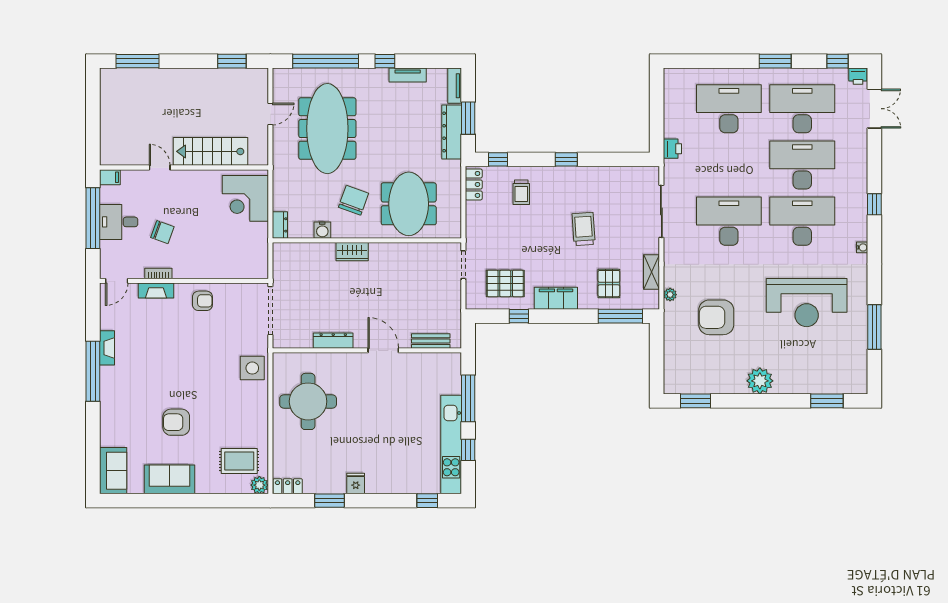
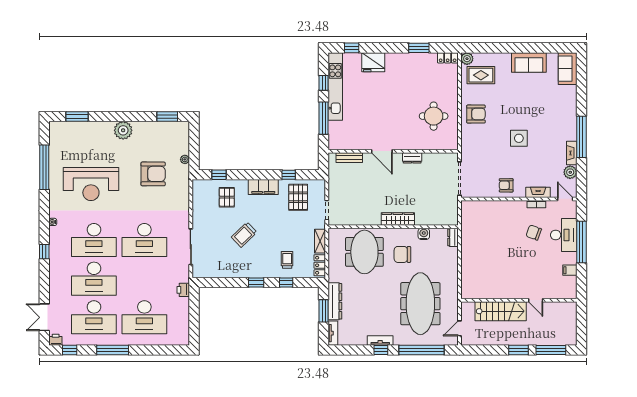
window: (232, 61) -> (519, 350), moved
window: (775, 61) -> (113, 350), width x1.44
tv unit: (408, 75) -> (380, 340), moved
door: (270, 114) -> (459, 328), moved
stairs: (211, 151) -> (501, 311), moved
window: (498, 159) -> (286, 282), moved
door: (160, 168) -> (536, 300), moved
wall: (184, 168) -> (519, 300), moved
corner desk: (245, 198) -> (477, 256), removed
chair: (353, 200) -> (402, 254), turned 70
desk: (119, 222) -> (564, 235), width x1.37
trolley: (584, 229) -> (244, 235), turned 50
wardrobe: (352, 252) -> (398, 219), width x1.50
shelving: (652, 272) -> (320, 241), moved
door: (117, 281) -> (565, 199), hinge flipped
pallet: (505, 283) -> (298, 197), turned 90
plant: (670, 295) -> (185, 159), moved
reception desk: (807, 303) -> (91, 184), turned 180
window: (620, 316) -> (219, 175), width x0.46
plant: (109, 320) -> (570, 172), added
window: (874, 327) -> (44, 167), width x1.46
dresser: (333, 341) -> (412, 158), width x0.70
side table: (252, 368) -> (519, 138), moved
round table: (308, 401) -> (434, 116), width x0.73, depth x0.73
armchair: (176, 422) -> (476, 114), moved
fridge: (356, 483) -> (373, 62), moved, width x1.88, depth x1.34

